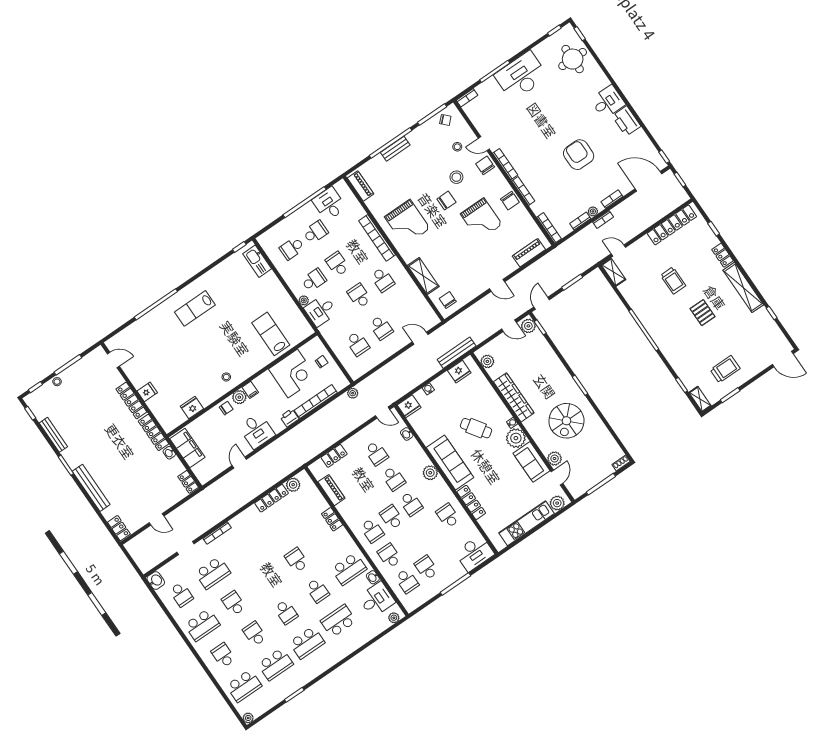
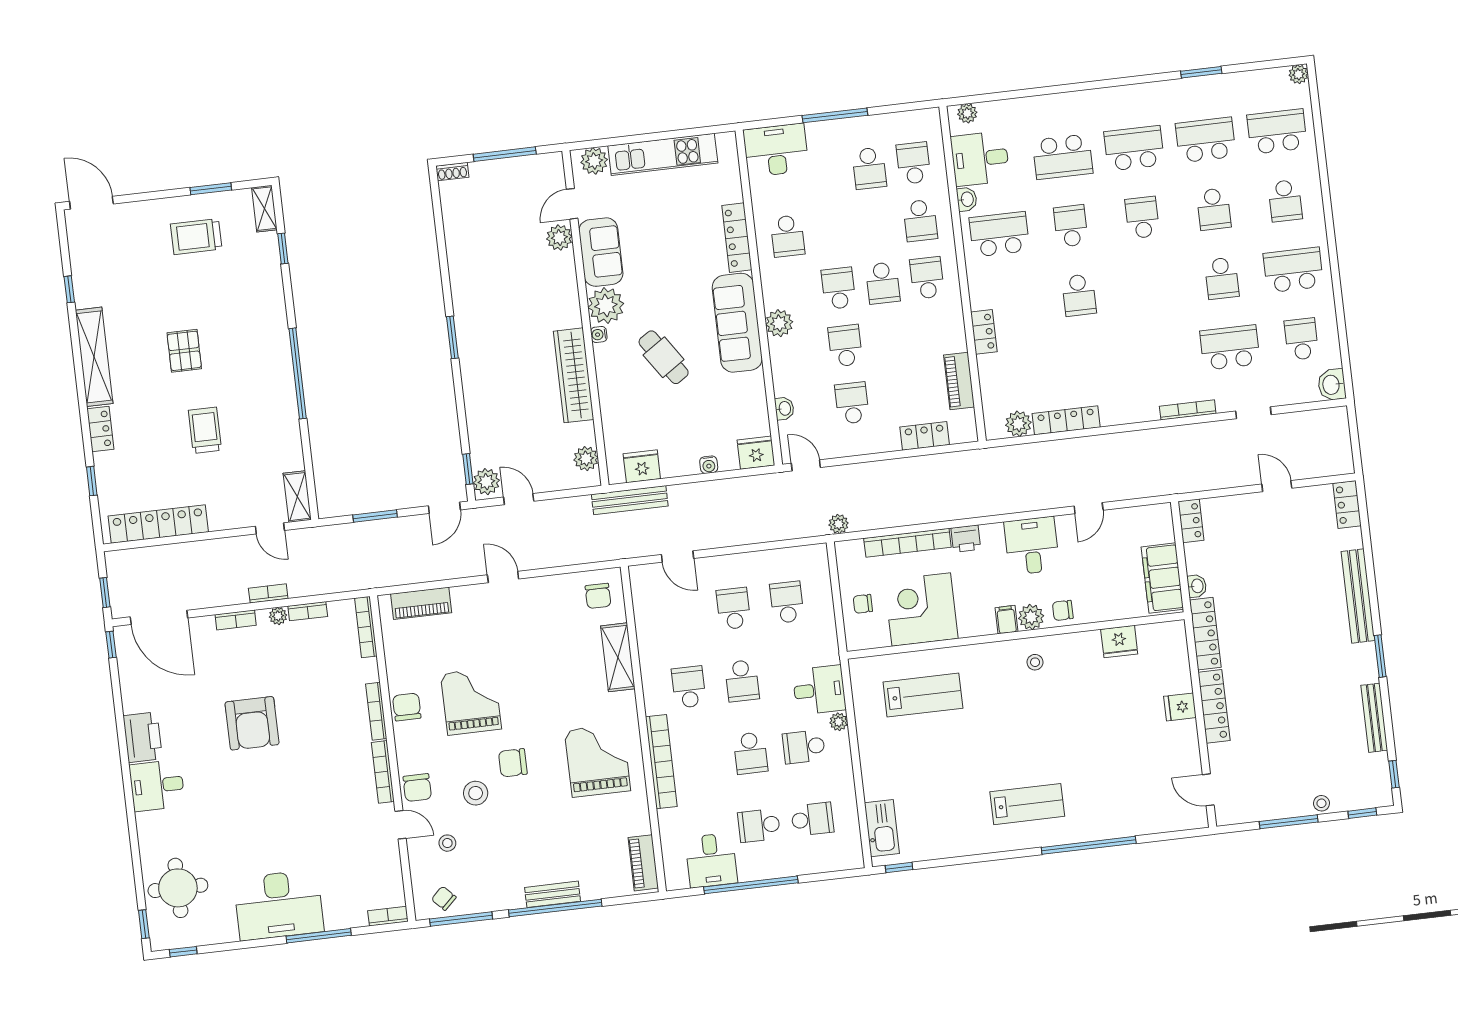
lab bench: (271, 334) -> (923, 695), turned -90
spiral stairs: (566, 421) -> (506, 290), removed

